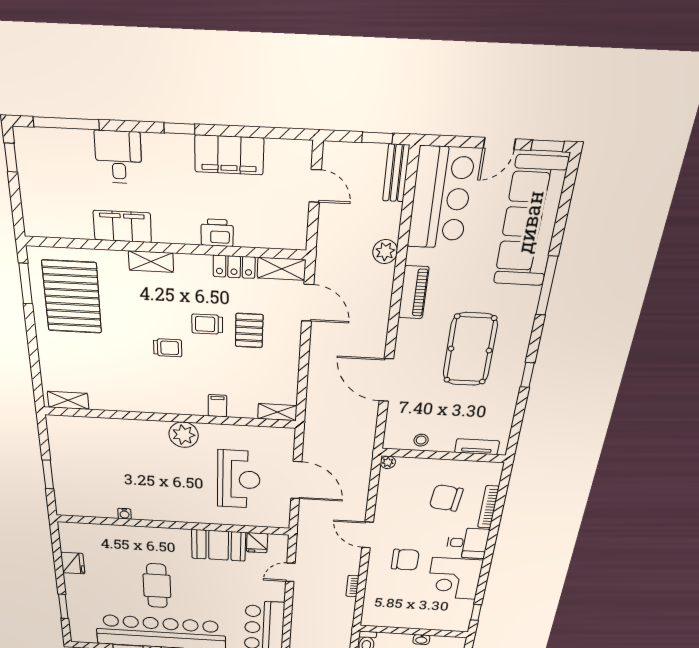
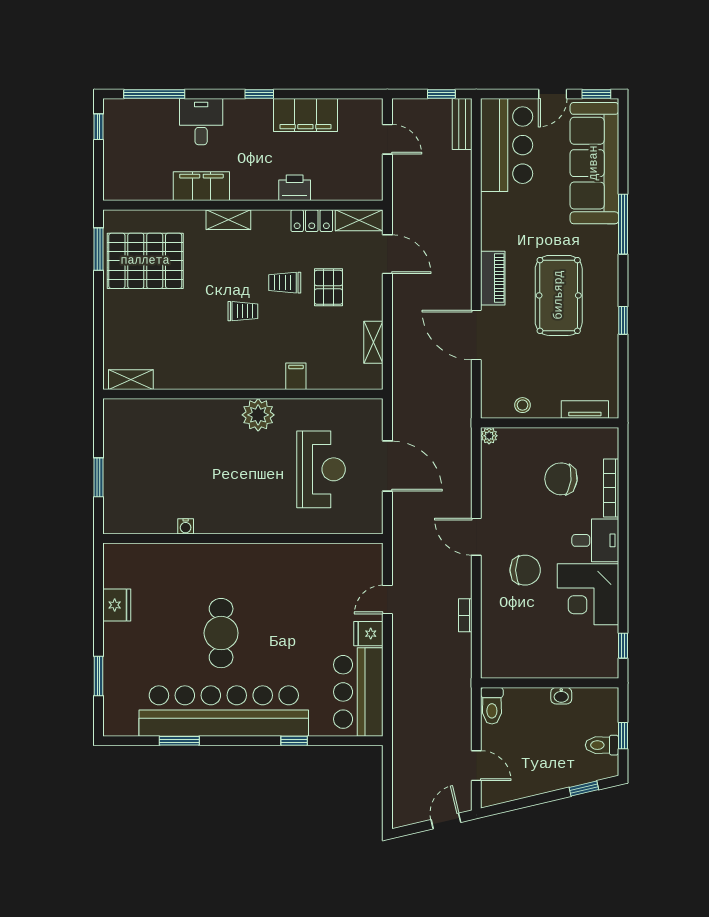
plant: (385, 252) -> (460, 198), removed
piano: (414, 292) -> (493, 278), moved
pallet: (72, 297) -> (145, 261), turned 90
shelving: (277, 412) -> (373, 342), moved, turned 90
fridge: (257, 543) -> (368, 634), moved, turned 90
booth: (219, 545) -> (298, 565), removed

